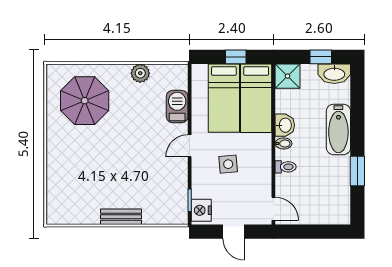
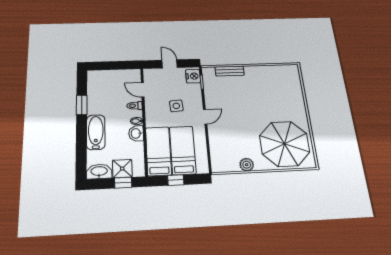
window: (321, 57) -> (123, 183), moved
shower: (288, 76) -> (122, 169), moved
parasol: (85, 101) -> (285, 144), width x1.36, depth x1.36
barbecue: (177, 107) -> (217, 143), removed
door: (273, 209) -> (143, 90), moved
bench: (121, 217) -> (230, 71), moved

